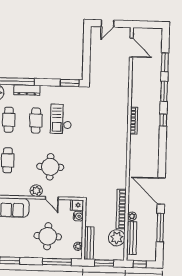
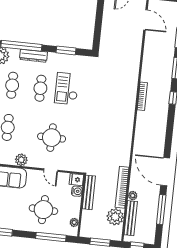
window: (70, 83) -> (66, 50), moved
plant: (36, 191) -> (21, 160), moved
bench: (89, 243) -> (89, 192), moved

